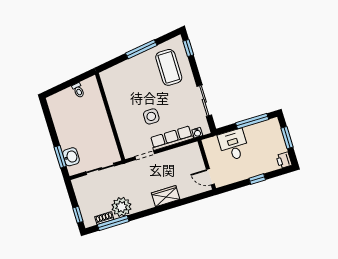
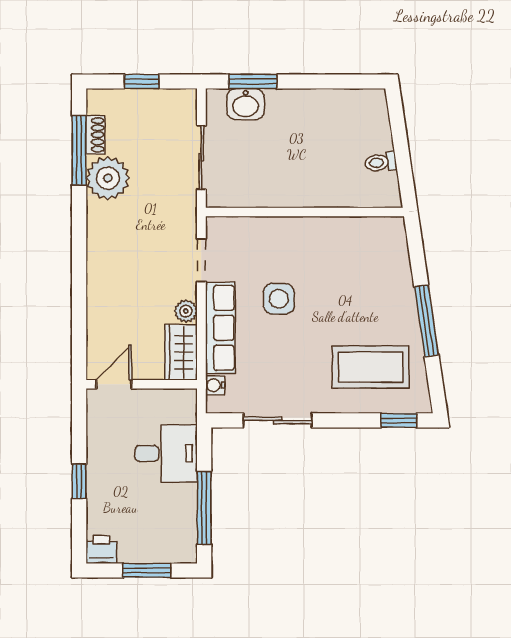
plant: (169, 155) -> (186, 311), added
wardrobe: (166, 196) -> (181, 352), moved, turned 180
window: (78, 215) -> (142, 81), moved

